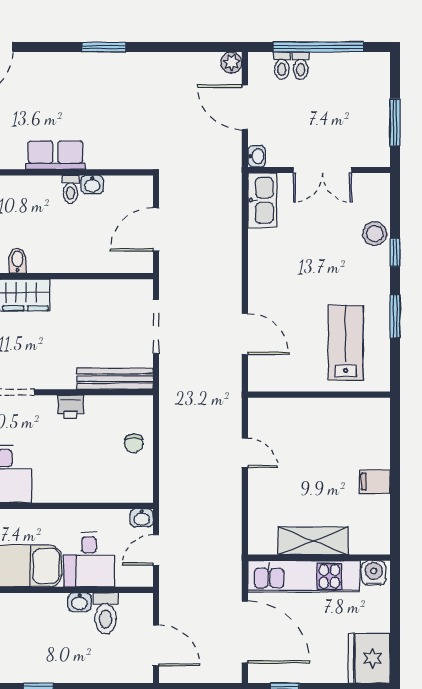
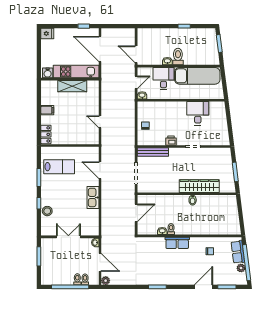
kitchen sink: (262, 200) -> (93, 197), moved
lab bench: (346, 343) -> (59, 167), turned -90
locker: (378, 422) -> (46, 134), added
toilet: (106, 613) -> (178, 57), moved
door: (156, 645) -> (136, 54), moved
fridge: (369, 658) -> (47, 34), width x0.53, depth x0.75

